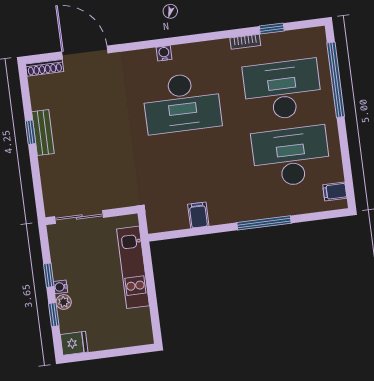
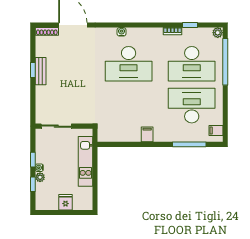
plant: (318, 35) -> (218, 33), added
desk: (283, 90) -> (192, 64), turned 180
filing cabinet: (198, 215) -> (147, 134), moved
window: (264, 223) -> (189, 144), moved
fridge: (74, 343) -> (66, 202), moved, turned -90

